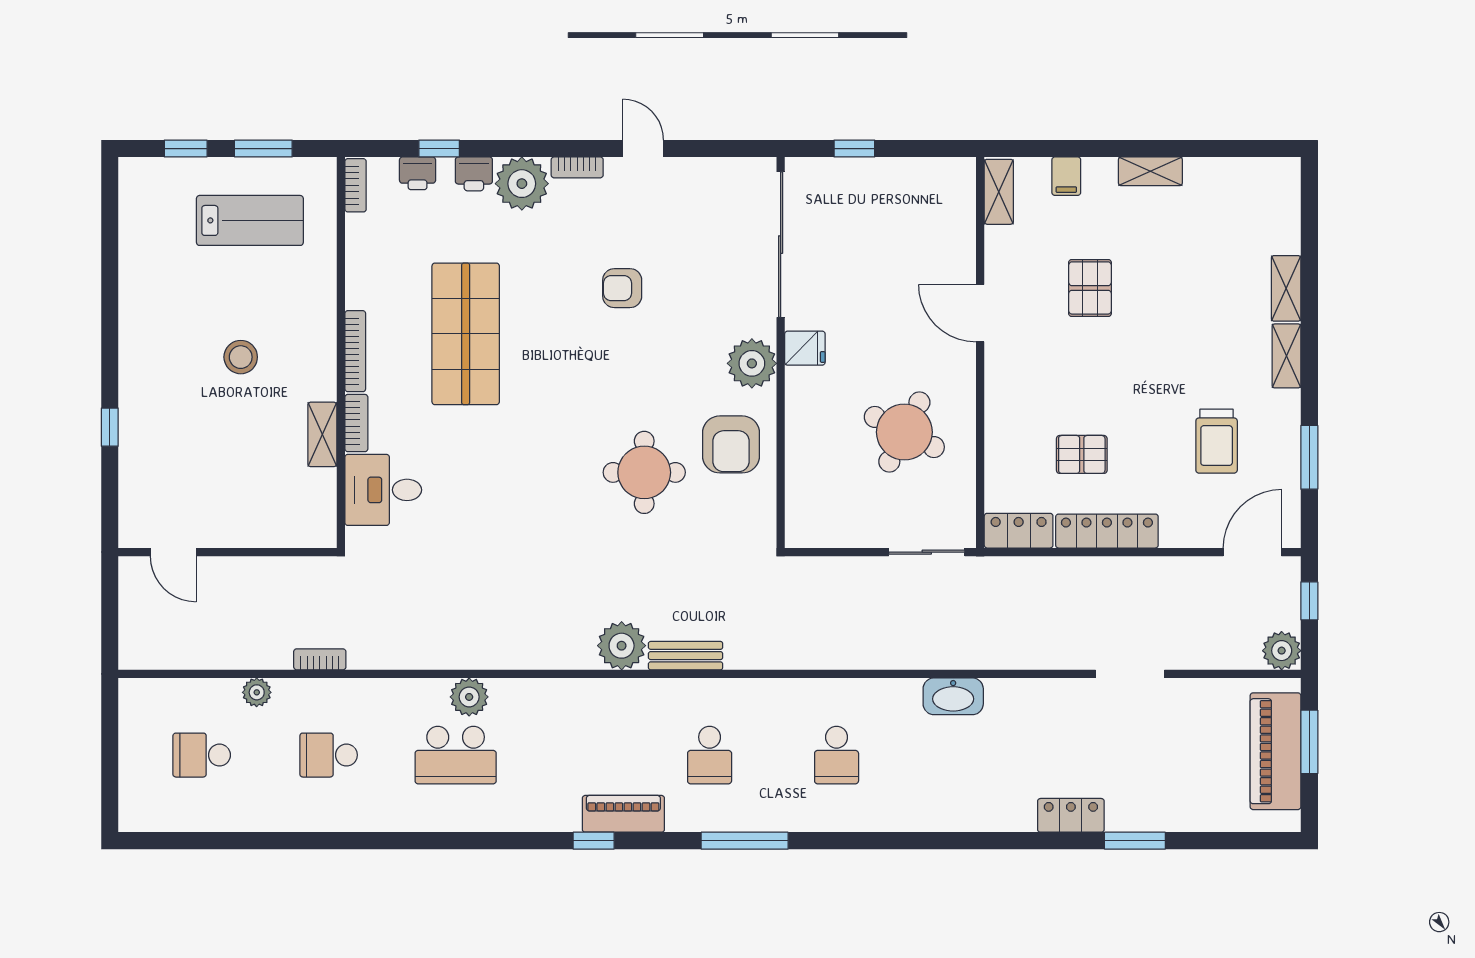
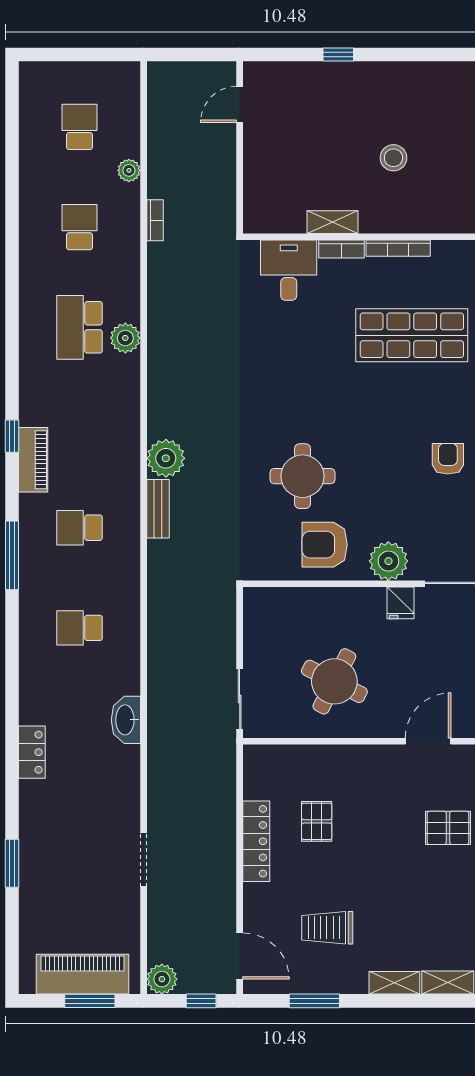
locker: (1019, 531) -> (257, 772), removed
locker: (1071, 815) -> (32, 752), moved

